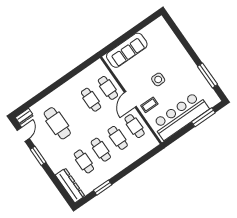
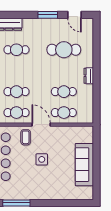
sofa: (127, 50) -> (84, 165), moved
dresser: (24, 116) -> (89, 76), moved
cafe table: (101, 150) -> (16, 71), removed

